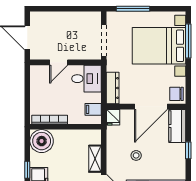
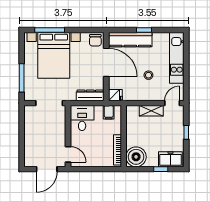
door: (59, 62) -> (68, 154), moved
kitchen counter: (177, 126) -> (130, 40), width x1.50

